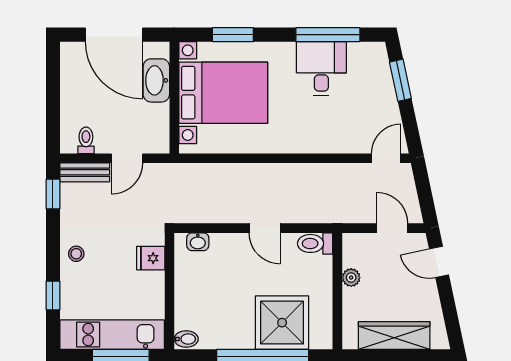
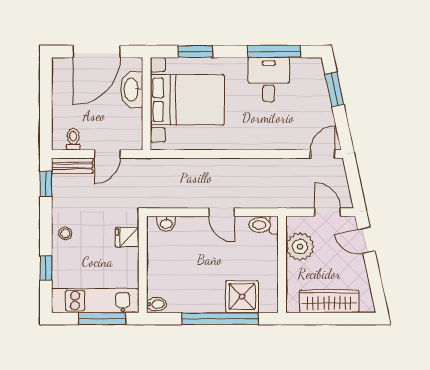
door: (114, 35) -> (97, 51), hinge flipped
plant: (351, 278) -> (300, 247), width x1.88, depth x1.88
shower: (282, 323) -> (242, 297), width x0.73, depth x0.73

